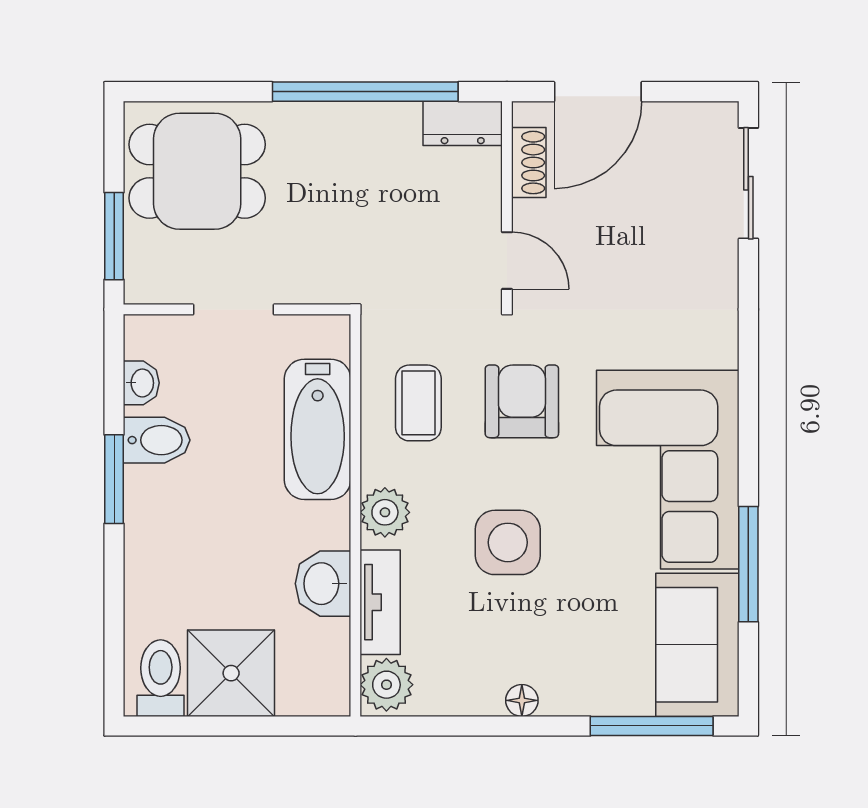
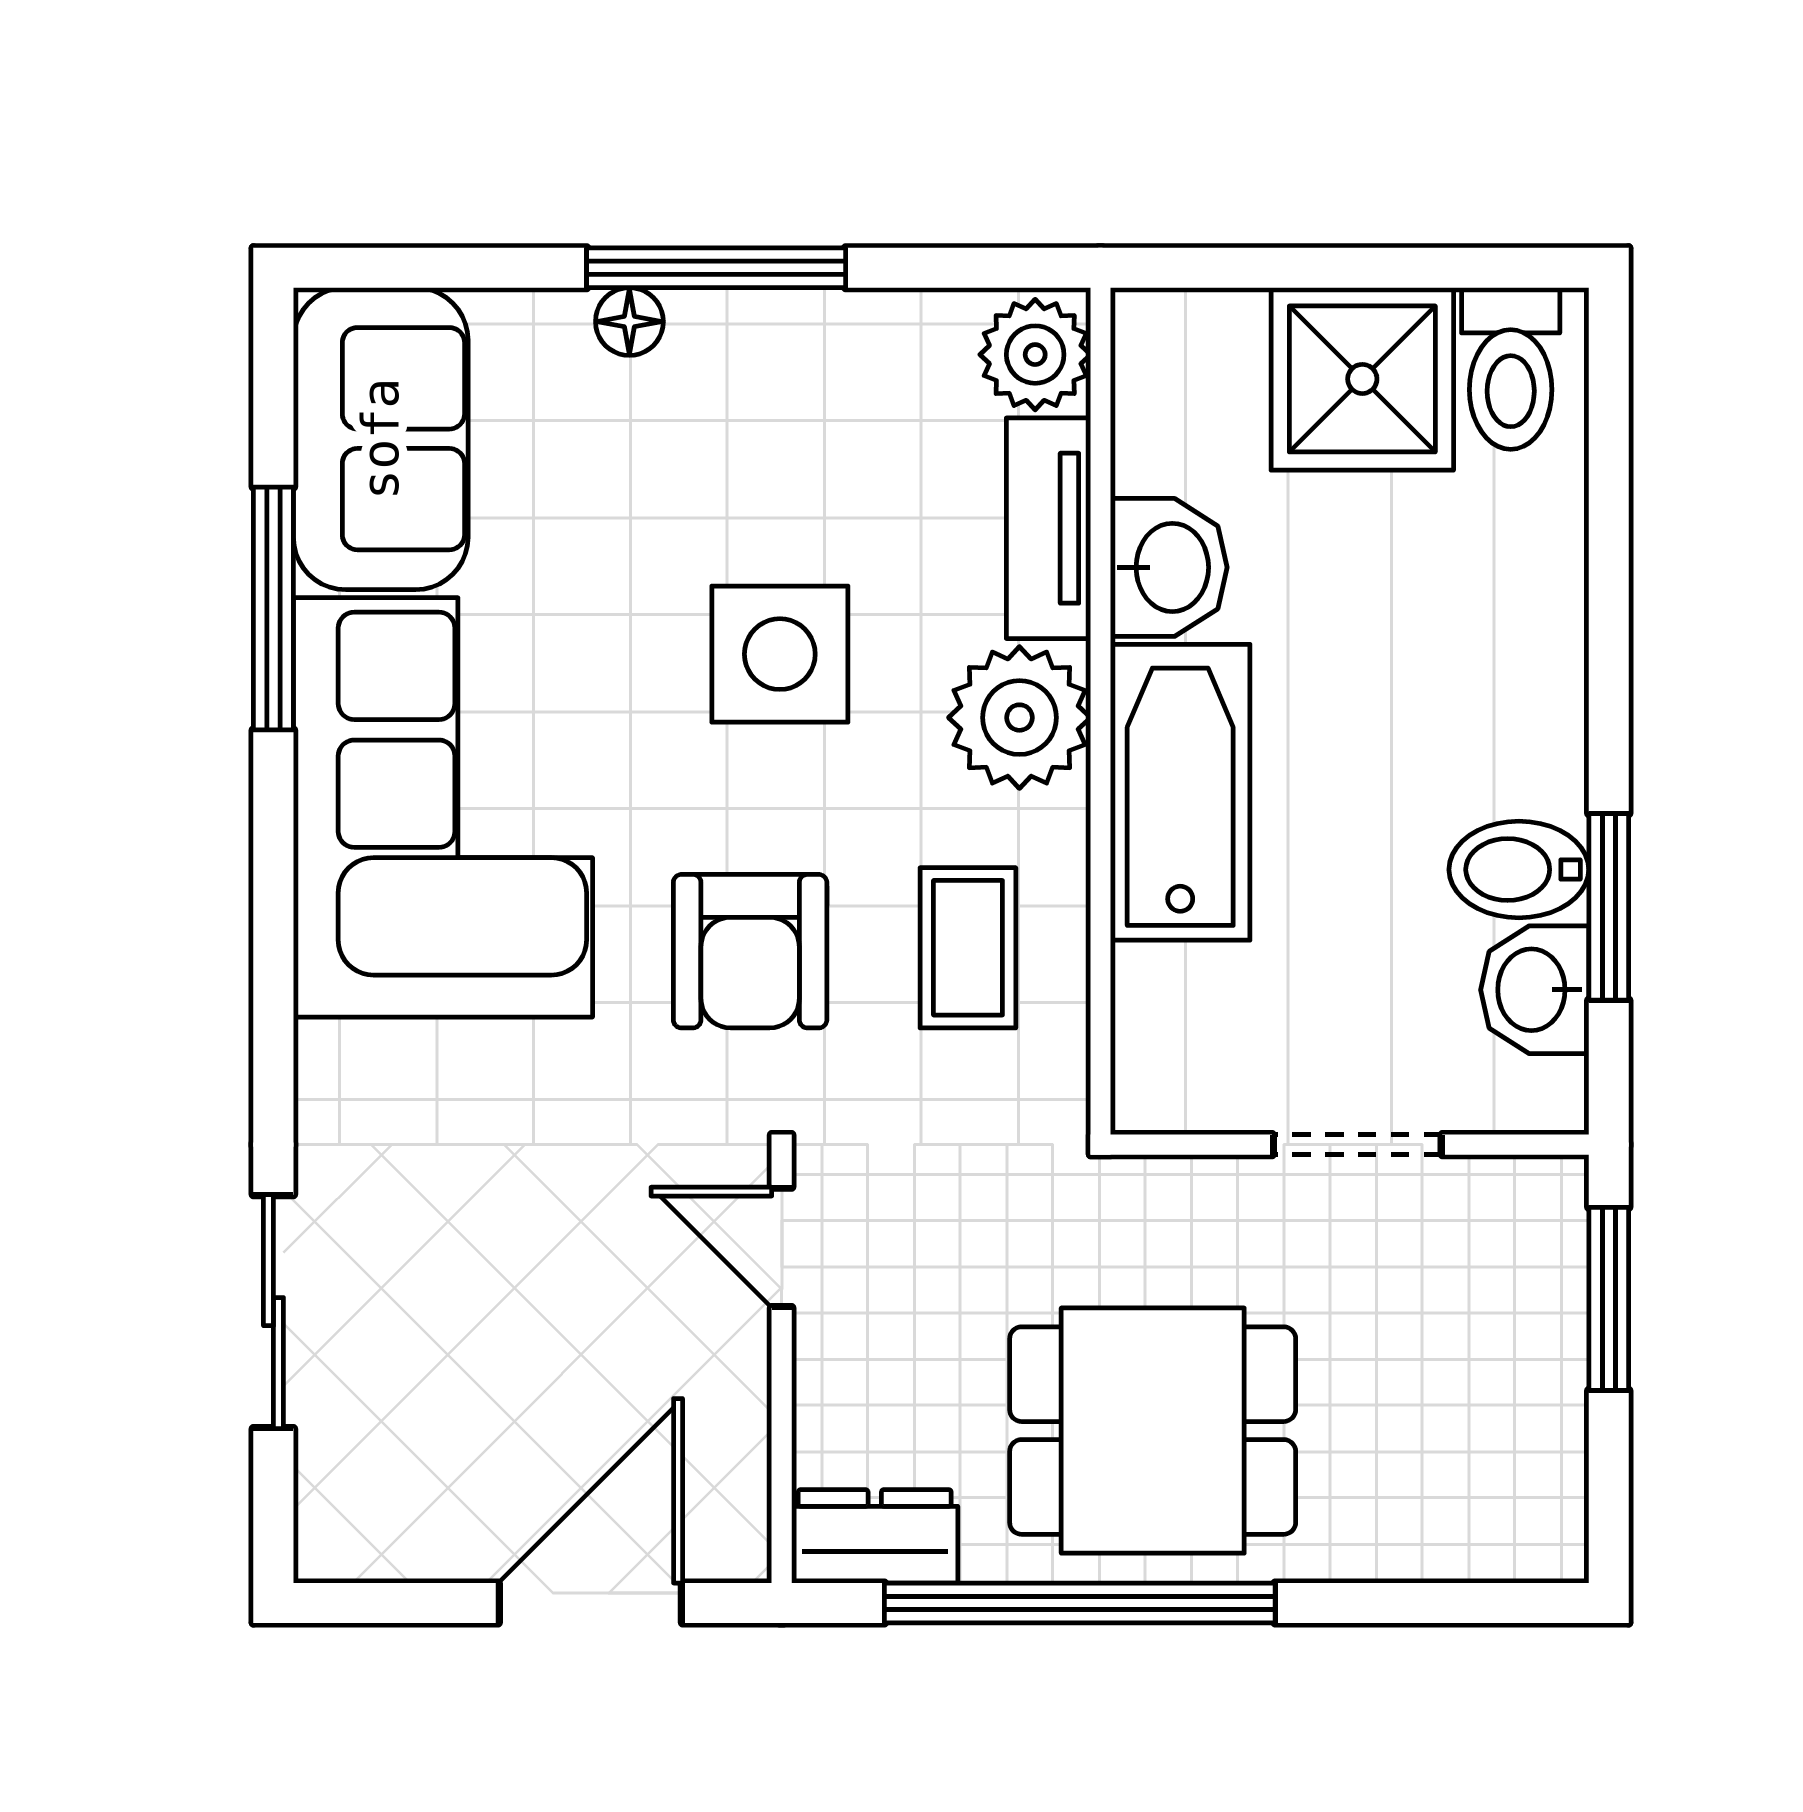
shoe rack: (529, 163) -> (736, 1454), removed
dining table: (197, 171) -> (1153, 1431), moved
sliding door: (748, 183) -> (273, 1312), moved
washbasin: (141, 383) -> (1535, 990), width x1.38, depth x1.45
bathtub: (318, 429) -> (1180, 792), moved
window: (114, 479) -> (1609, 907), moved
plant: (385, 512) -> (1019, 718), width x1.36, depth x1.36
floor lamp: (522, 700) -> (629, 322), moved
window: (652, 726) -> (716, 268), moved

